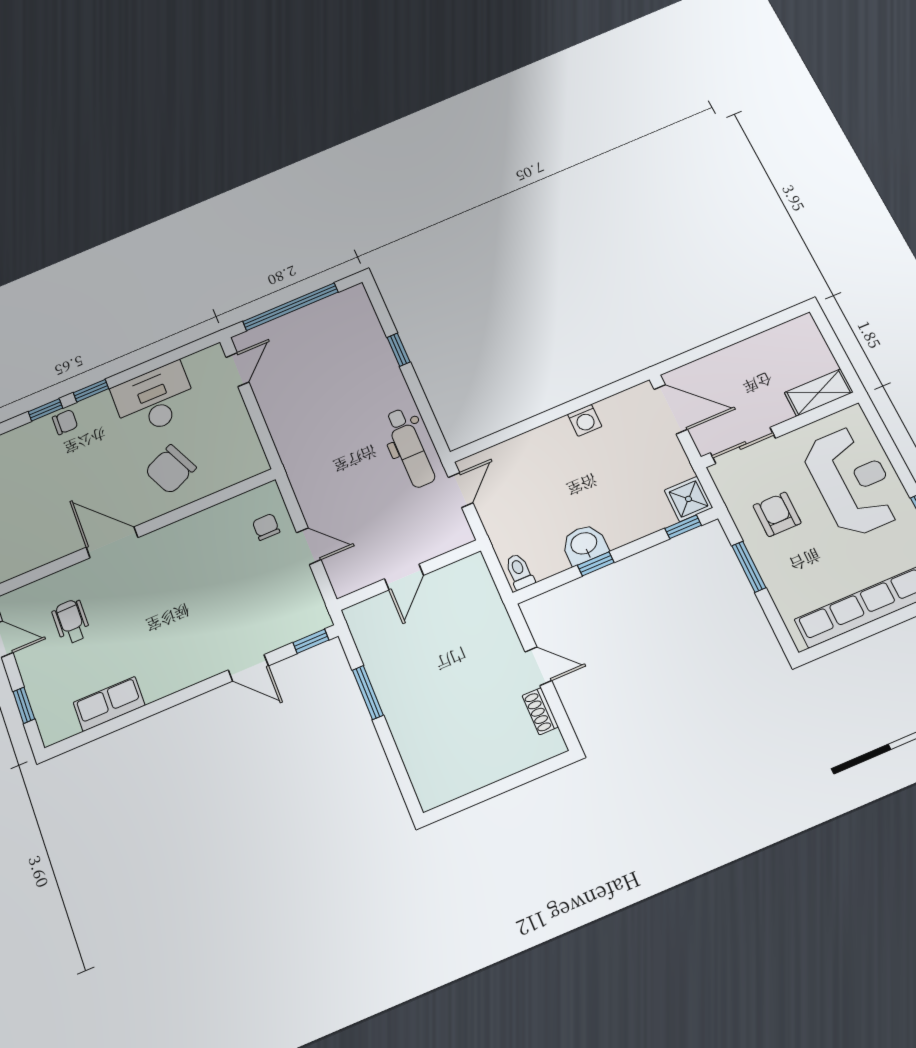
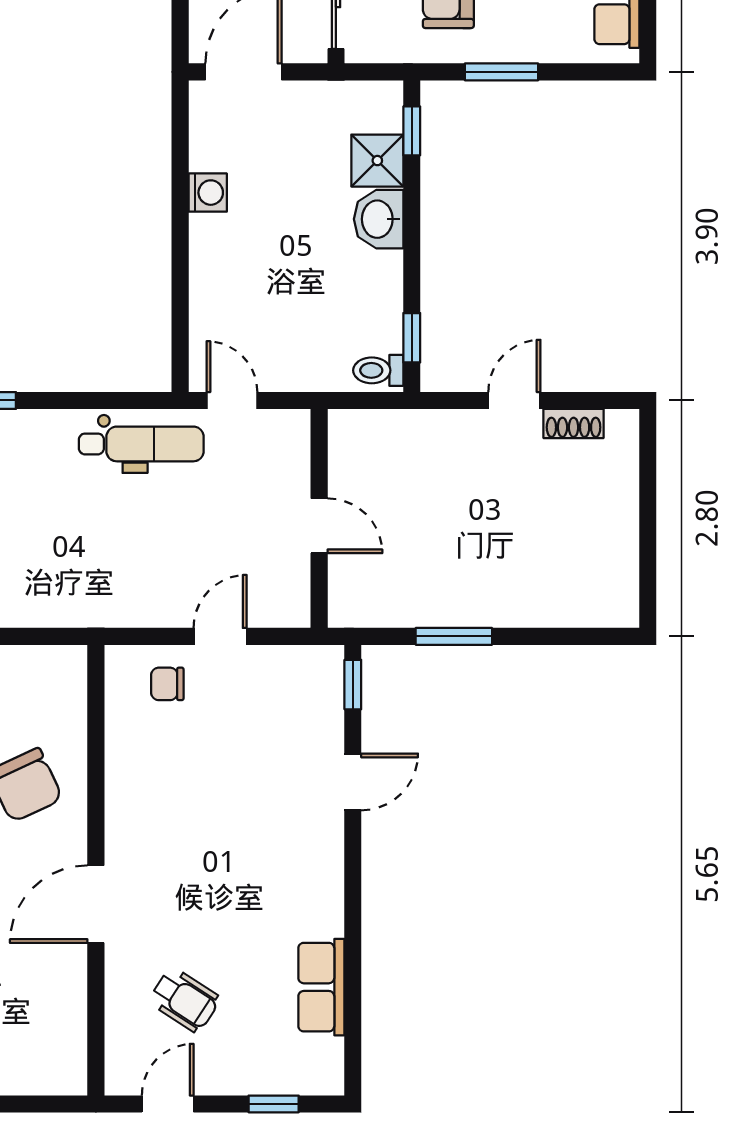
shower: (688, 499) -> (377, 161), moved
washbasin: (584, 544) -> (379, 219), moved
window: (596, 564) -> (412, 338), moved
wheelchair: (71, 622) -> (185, 1000), turned -147

